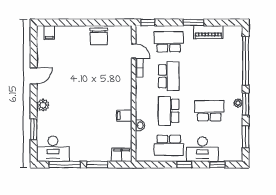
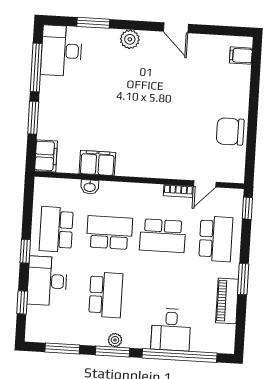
desk: (229, 67) -> (171, 330), added
filing cabinet: (124, 116) -> (97, 163), width x2.00

